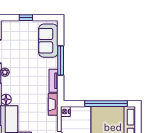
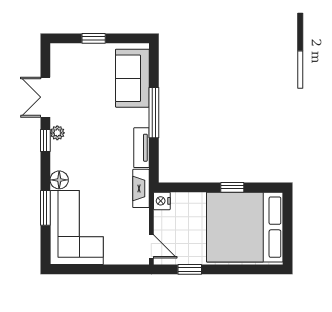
window: (106, 104) -> (232, 187), width x0.32

